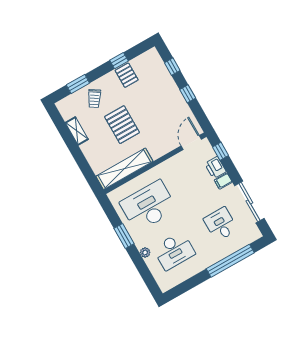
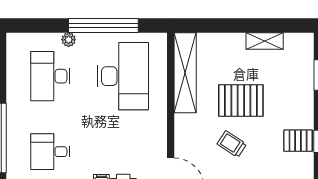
trolley: (94, 98) -> (232, 144), moved
desk: (221, 224) -> (50, 152), turned 180
window: (124, 236) -> (103, 25), width x2.11

